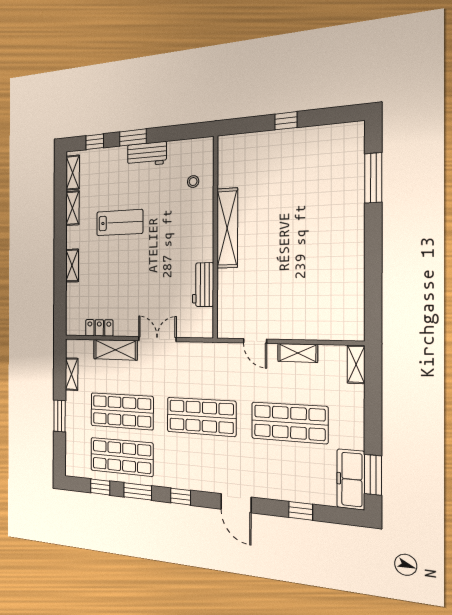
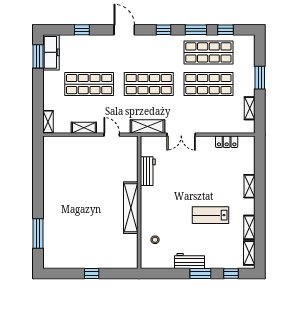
shelving: (115, 350) -> (147, 127), moved

